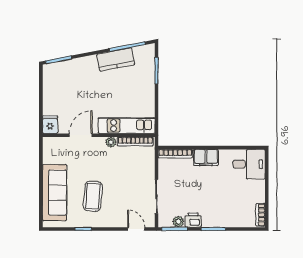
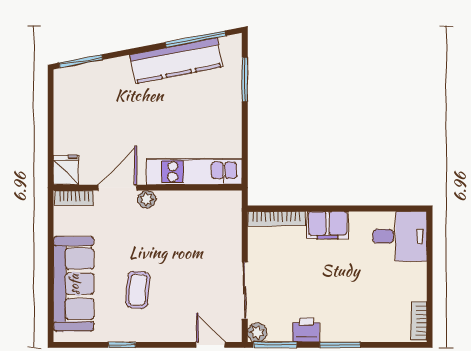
kitchen counter: (116, 59) -> (176, 61), width x1.50
bookcase: (135, 141) -> (74, 198), moved, width x0.64
plant: (111, 142) -> (147, 199), moved
coffee table: (93, 196) -> (138, 290), width x0.73, depth x0.77
plant: (178, 222) -> (257, 332), moved

